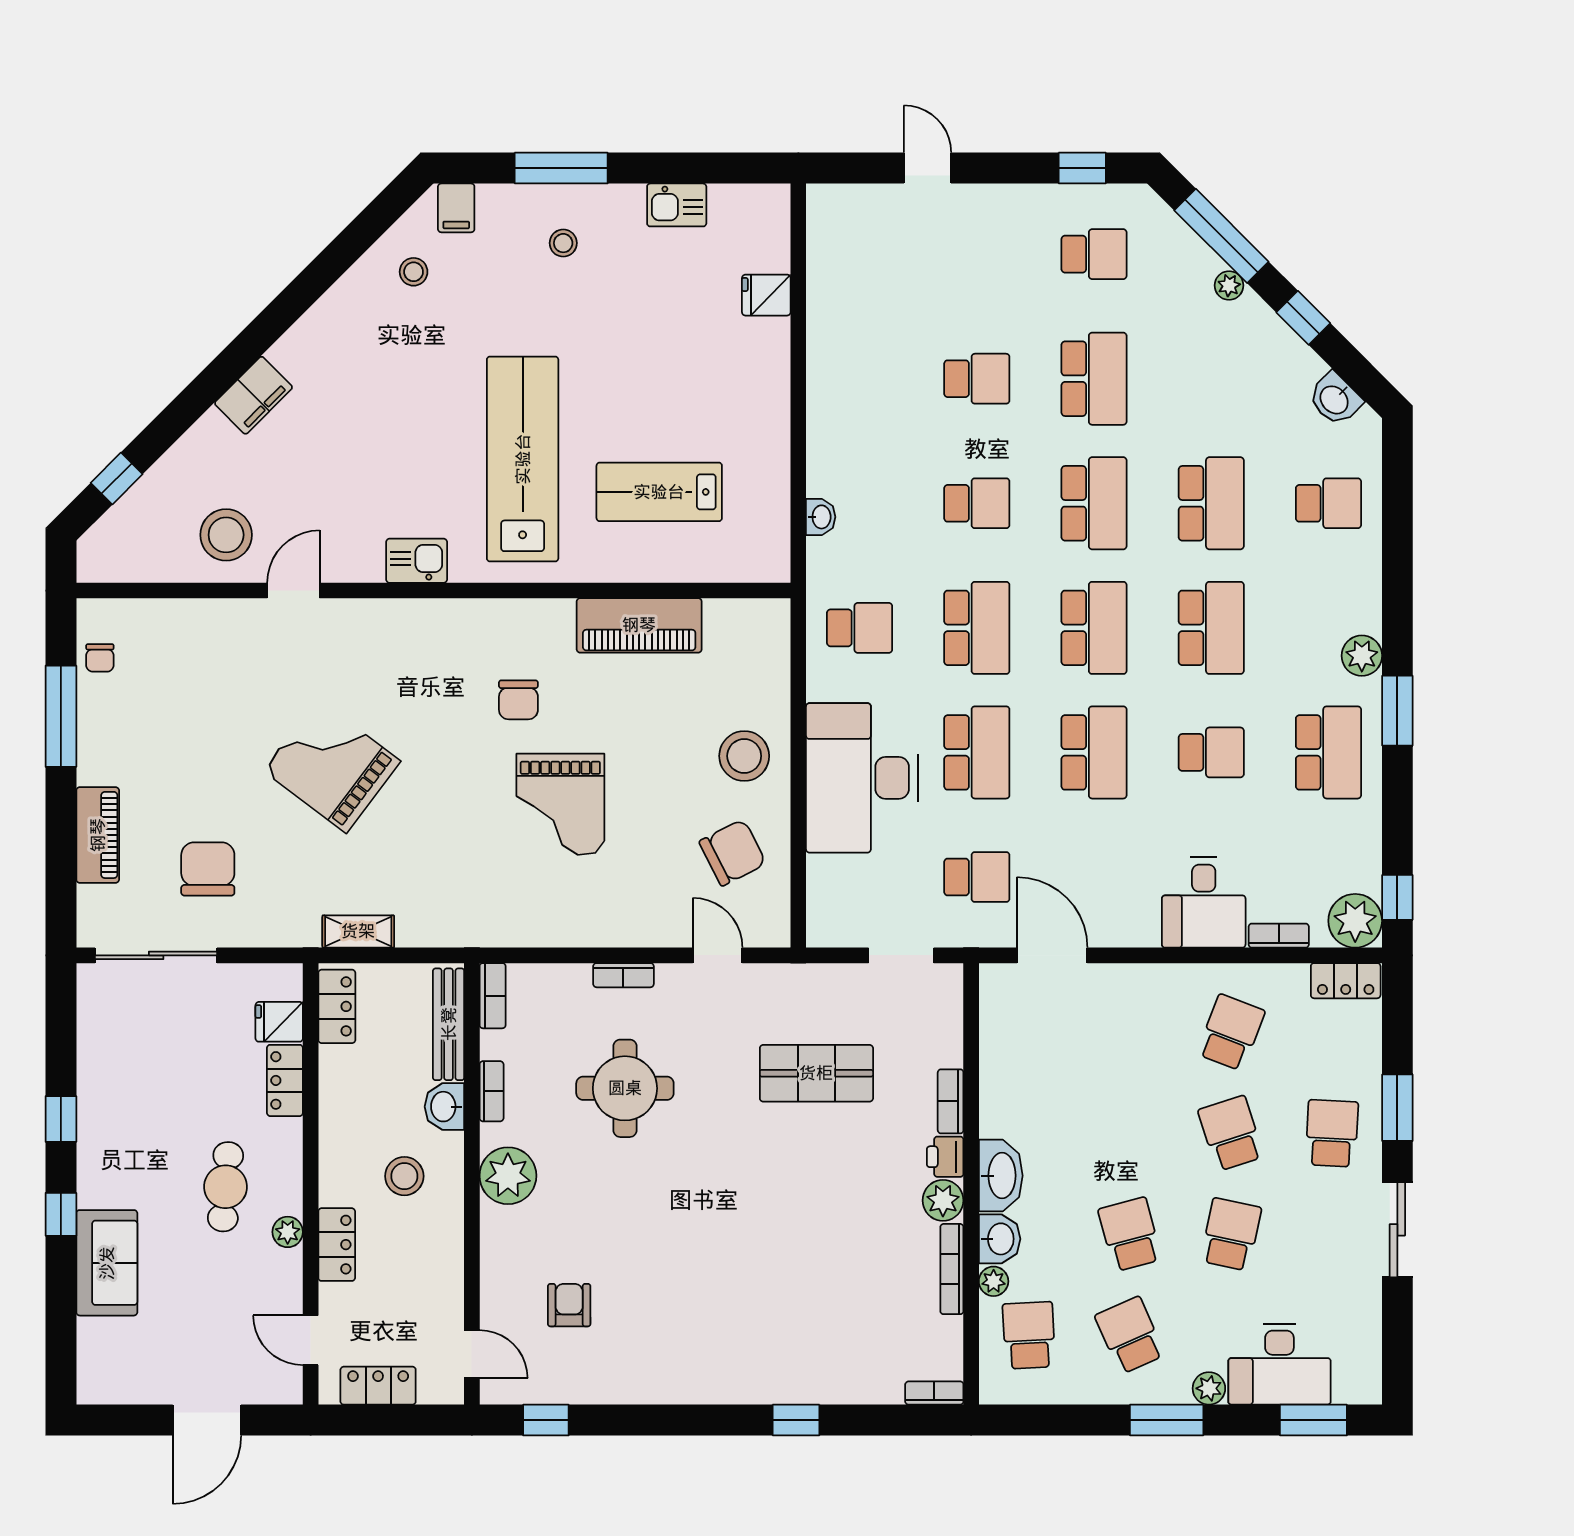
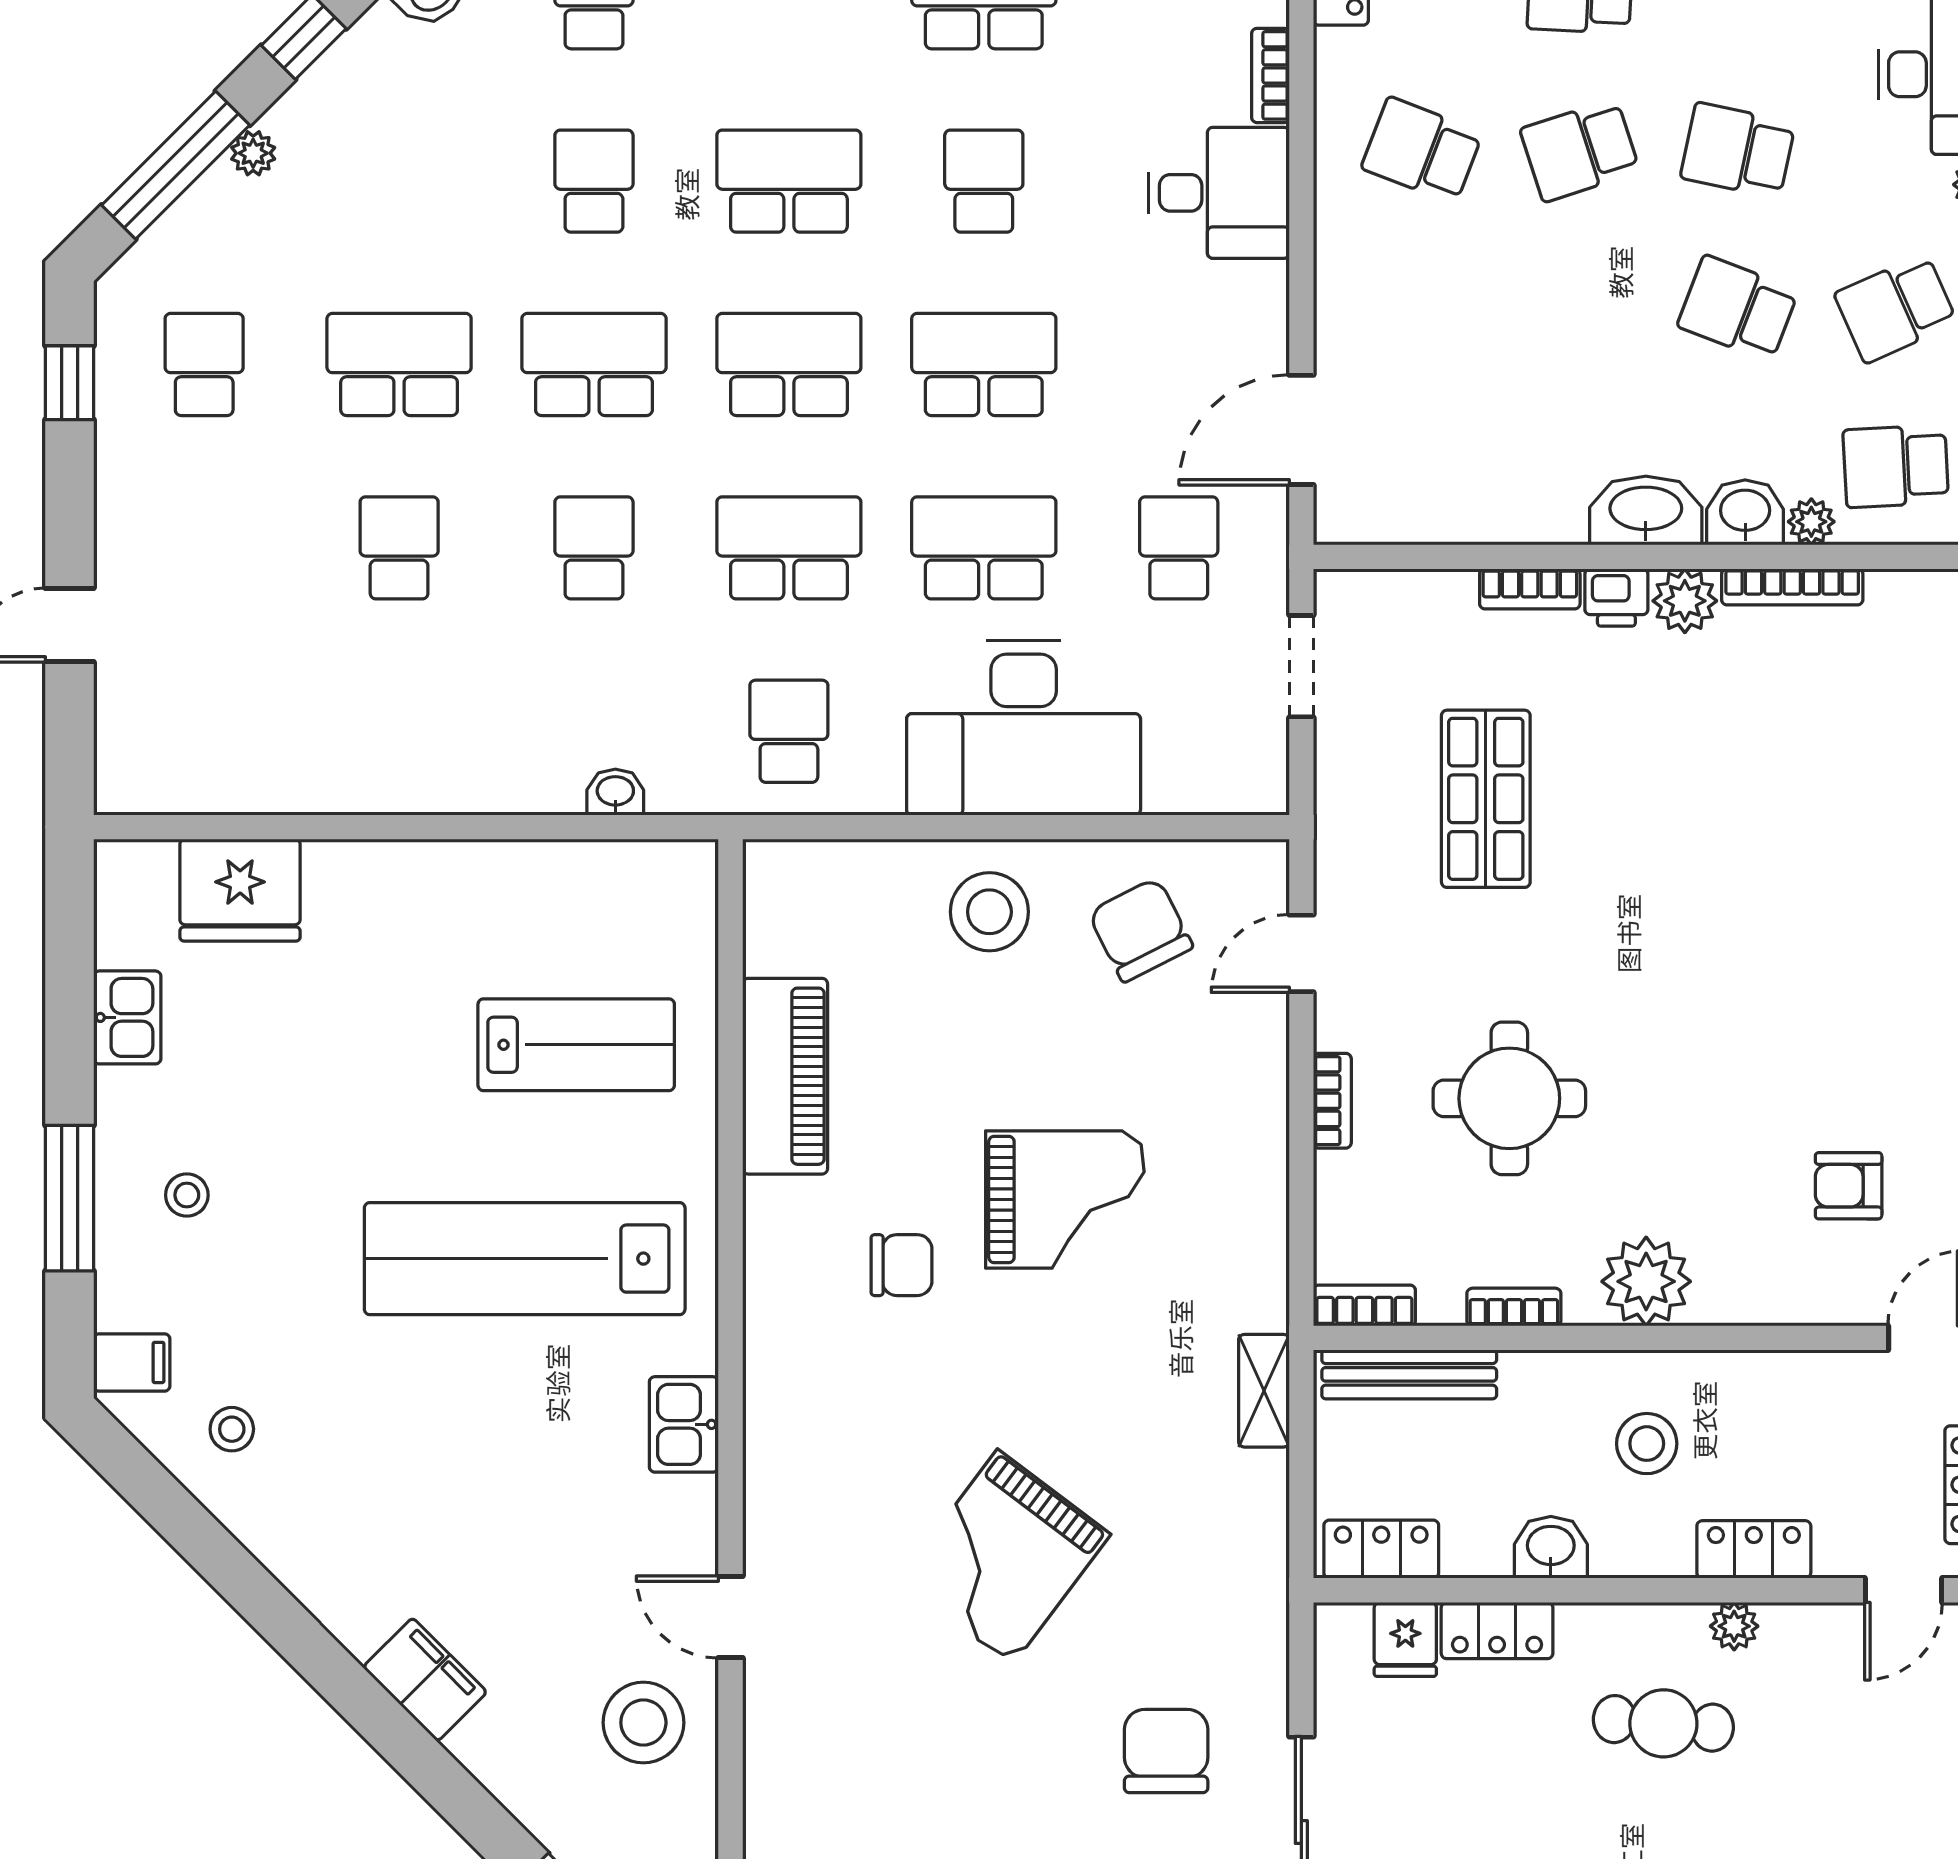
fridge: (766, 295) -> (240, 890), width x1.88, depth x1.34
lab bench: (659, 492) -> (576, 1045), turned -90
school desk: (1211, 503) -> (594, 181), width x0.54
chair: (208, 869) -> (1166, 1751), turned 90
shelving: (358, 931) -> (1264, 1391), moved
washbasin: (444, 1107) -> (1551, 1547), moved, turned 180
school desk: (1130, 1234) -> (1738, 308), turned 36

